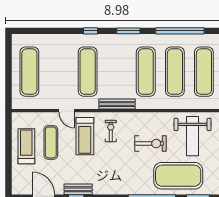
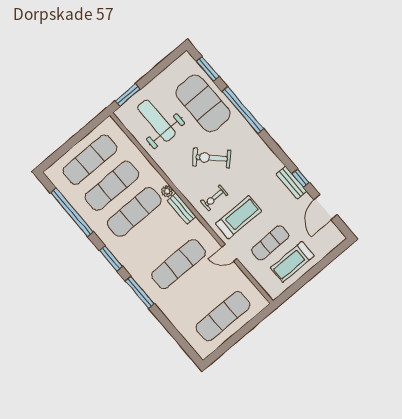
window: (90, 31) -> (140, 292), width x2.17
bench: (117, 104) -> (182, 209), width x0.73
plant: (141, 104) -> (167, 191), added
door: (67, 111) -> (229, 253), swing flipped
weight bench: (193, 136) -> (156, 121), turned -90
exercise bike: (151, 144) -> (212, 158), moved, turned -46

